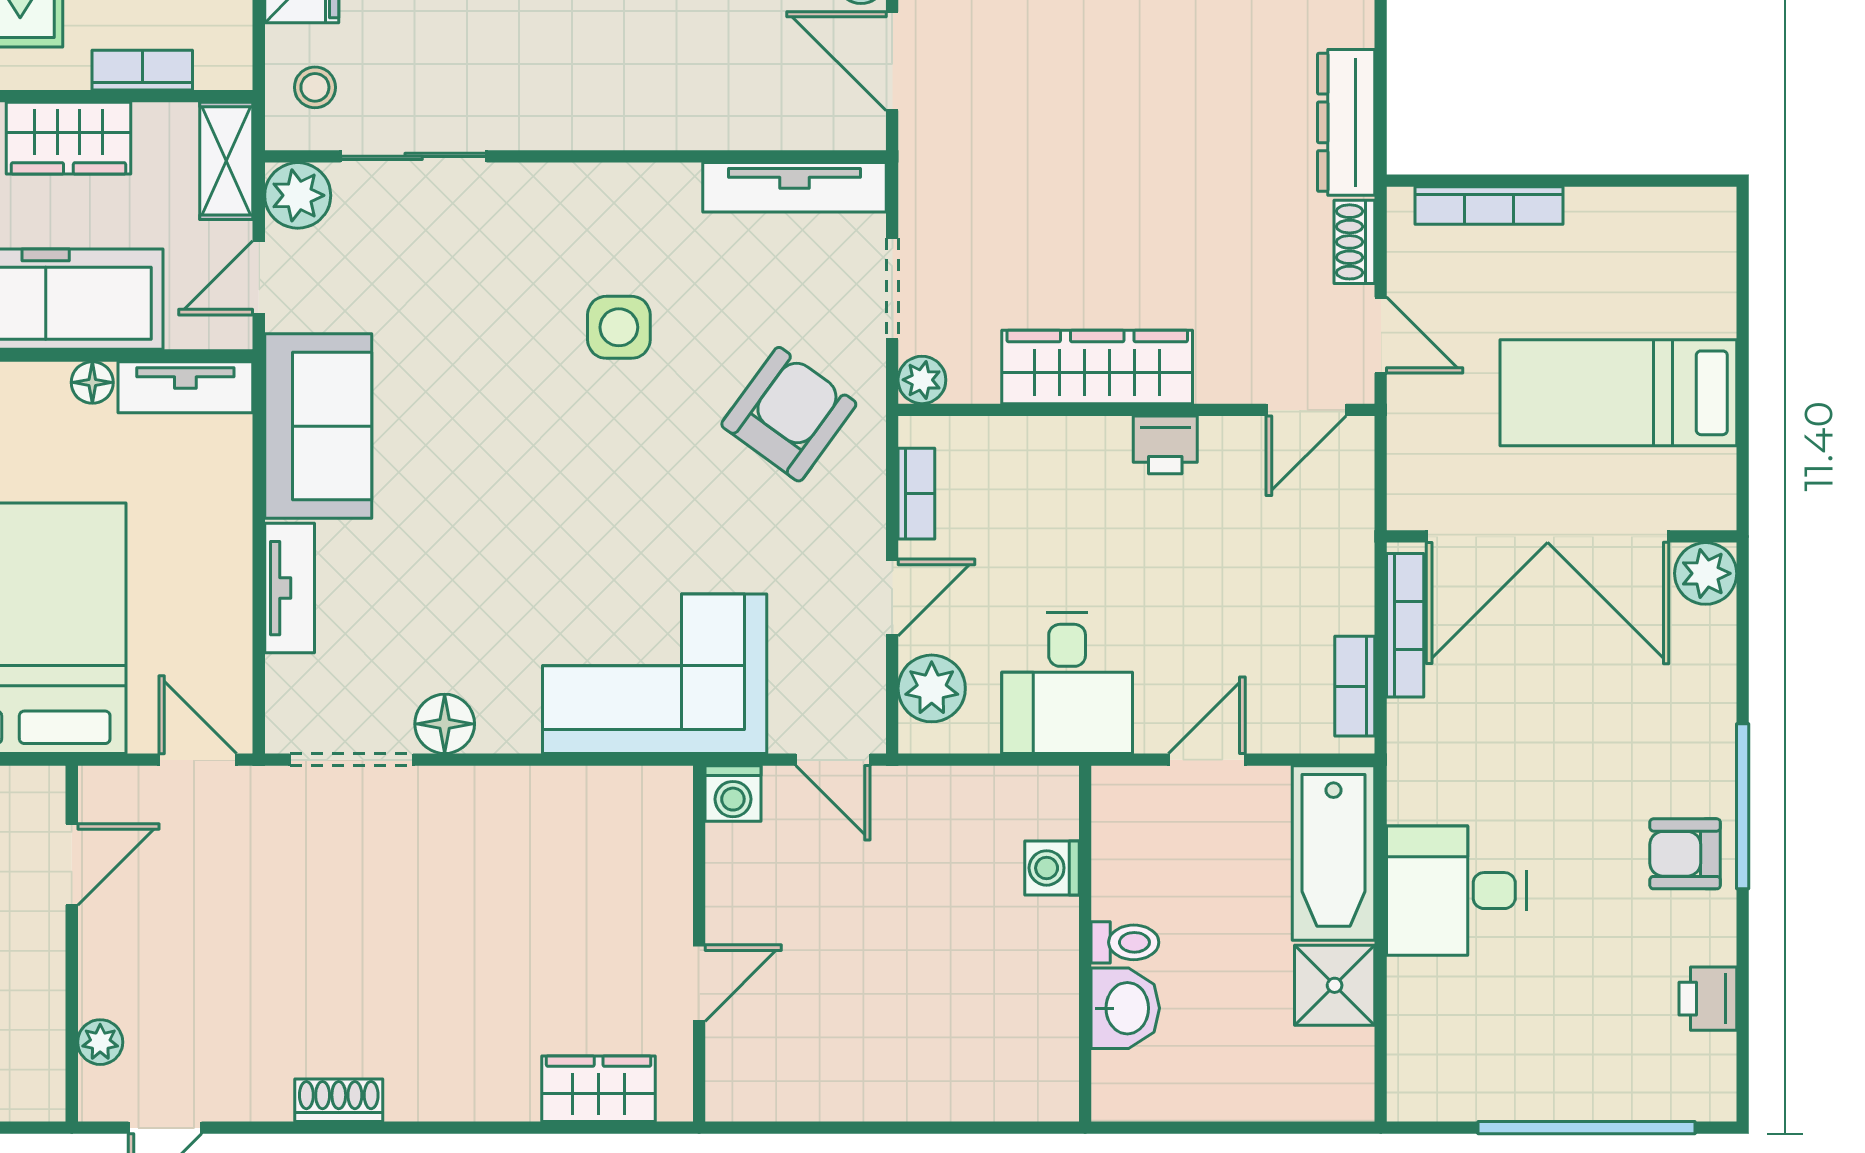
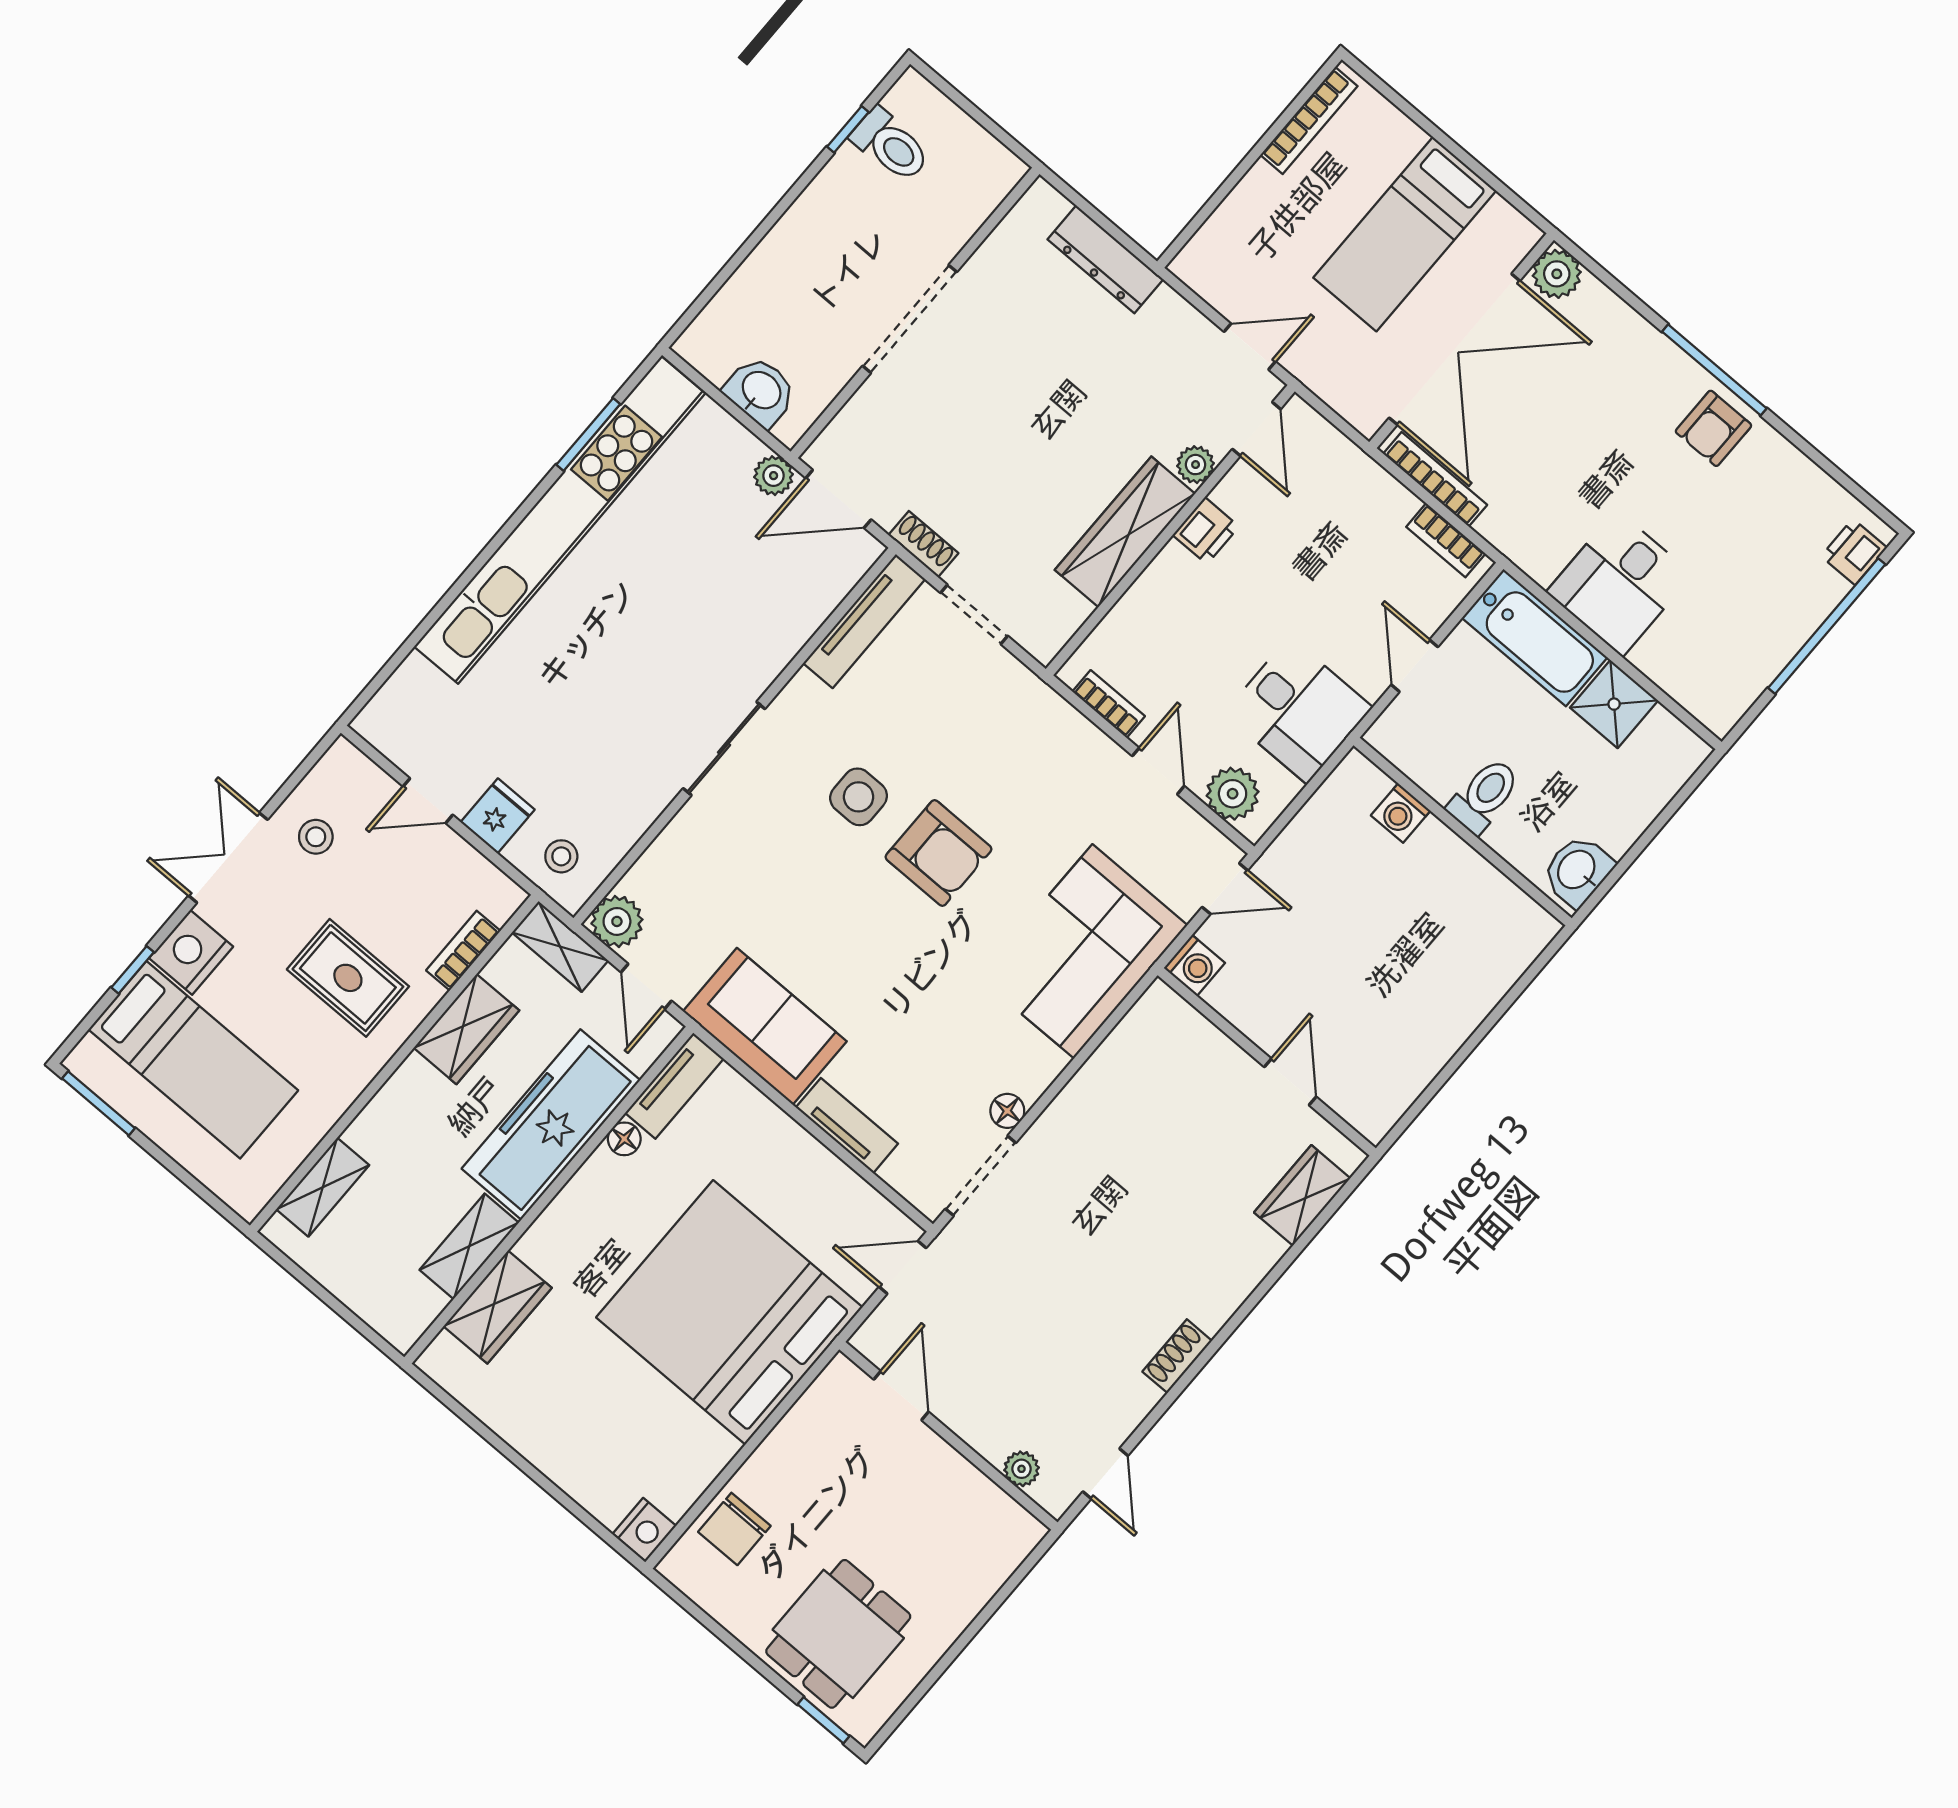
sliding door: (414, 156) -> (724, 749), moved
bookcase: (1489, 206) -> (1309, 121), moved
shoe rack: (1354, 242) -> (923, 544), moved, turned 180
plant: (922, 380) -> (1196, 465), moved
armchair: (789, 414) -> (939, 853), moved, turned 144
floor lamp: (445, 724) -> (1007, 1111), width x0.73, depth x0.73
toilet: (1125, 942) -> (1484, 796), width x1.37, depth x1.39
printer: (1708, 999) -> (1854, 552), moved, turned 90
washbasin: (1125, 1008) -> (1577, 871), moved, turned -90

